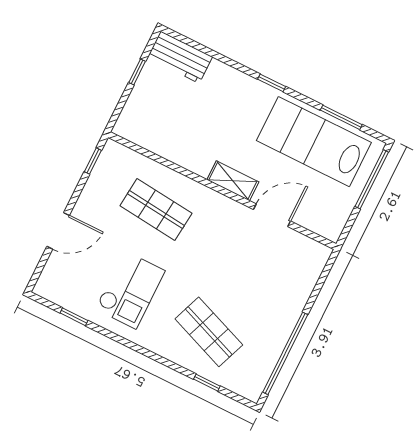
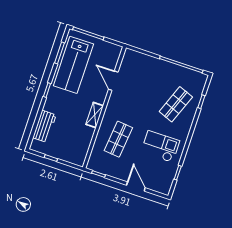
workbench: (180, 57) -> (44, 126), moved
shelving: (233, 181) -> (95, 115), moved

